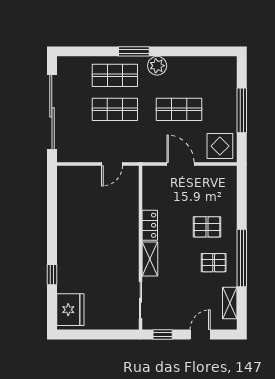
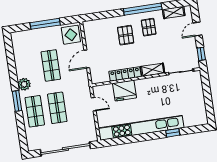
locker: (150, 225) -> (125, 74), width x1.53
kitchen unit: (66, 229) -> (141, 128), added
fridge: (70, 310) -> (125, 91), moved, turned 180
door: (200, 334) -> (197, 29), hinge flipped

